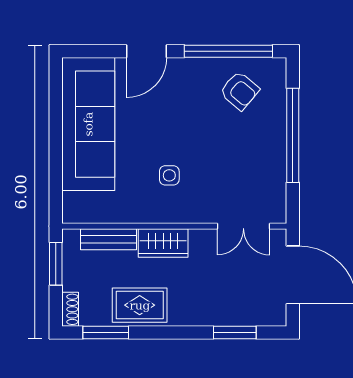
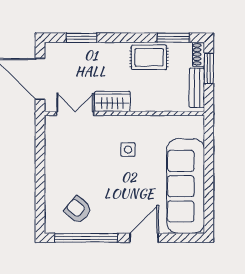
window: (293, 135) -> (40, 178), removed
bench: (108, 239) -> (197, 88), moved, turned 90
wardrobe: (163, 243) -> (112, 102), moved
window: (56, 264) -> (209, 68), moved

